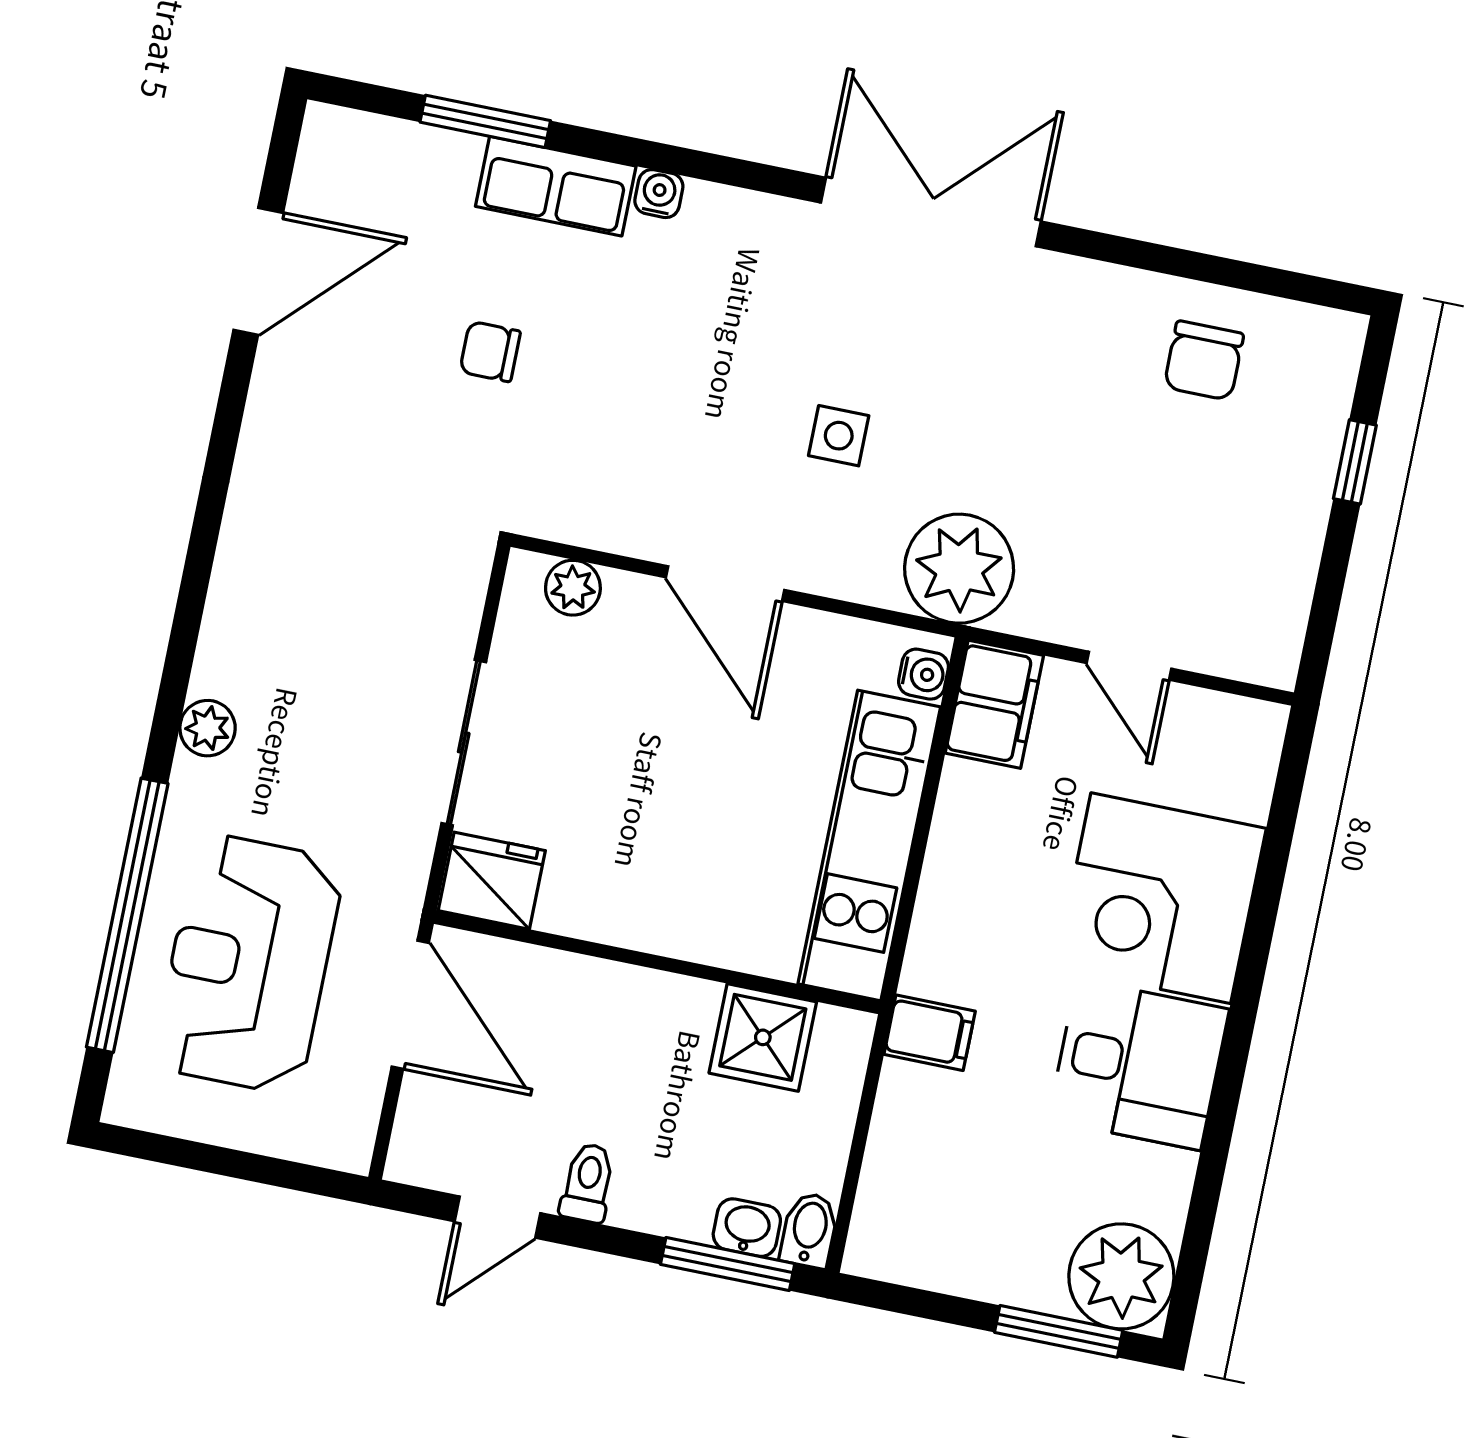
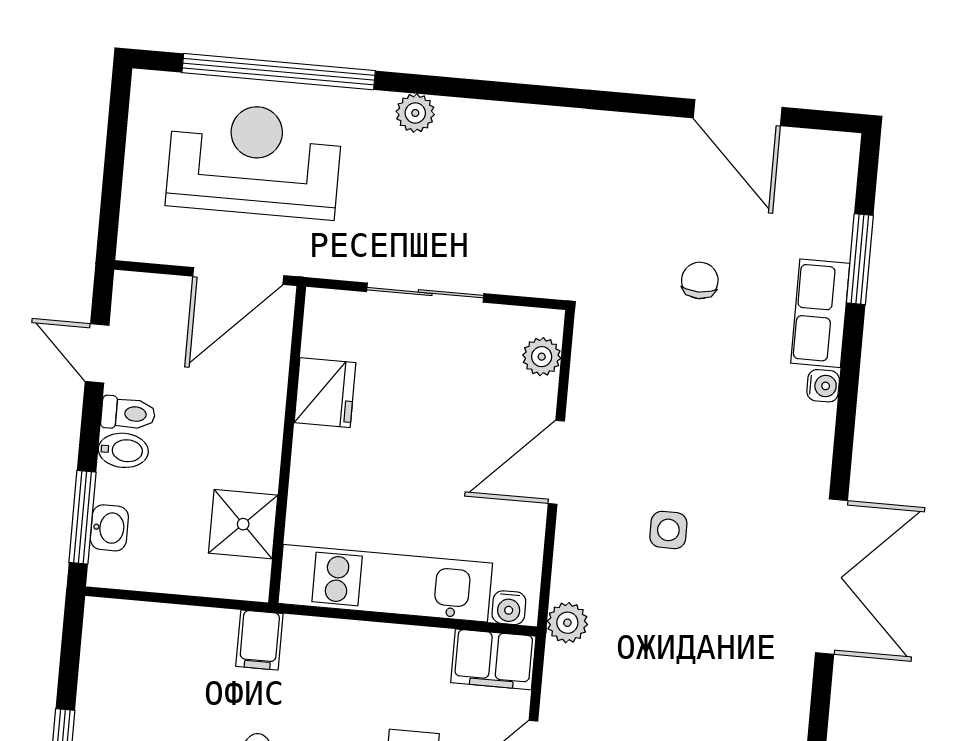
plant: (959, 569) -> (567, 623), width x0.53, depth x0.53
fridge: (492, 881) -> (325, 393), moved
bidet: (809, 1230) -> (123, 450), moved

